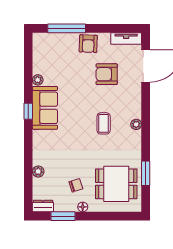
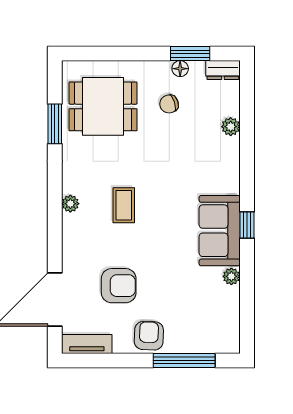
floor lamp: (83, 207) -> (180, 69), moved

